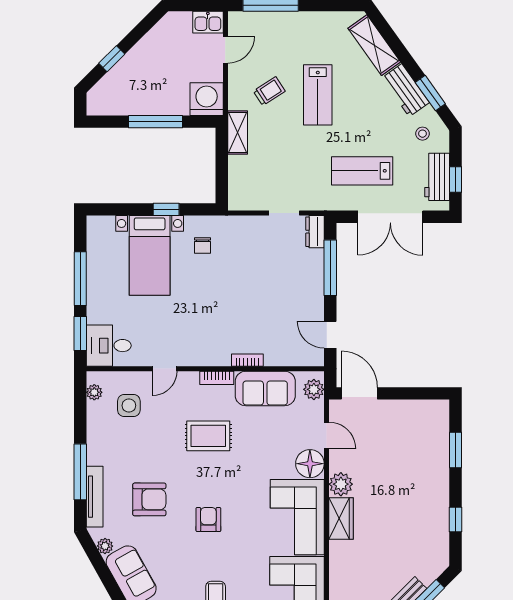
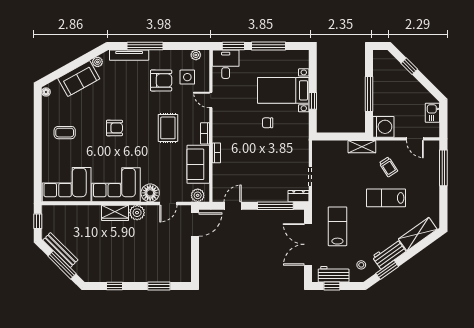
kitchen sink: (208, 22) -> (432, 113), moved
chair: (203, 245) -> (268, 123), moved
armchair: (149, 499) -> (161, 80), moved, turned -90

